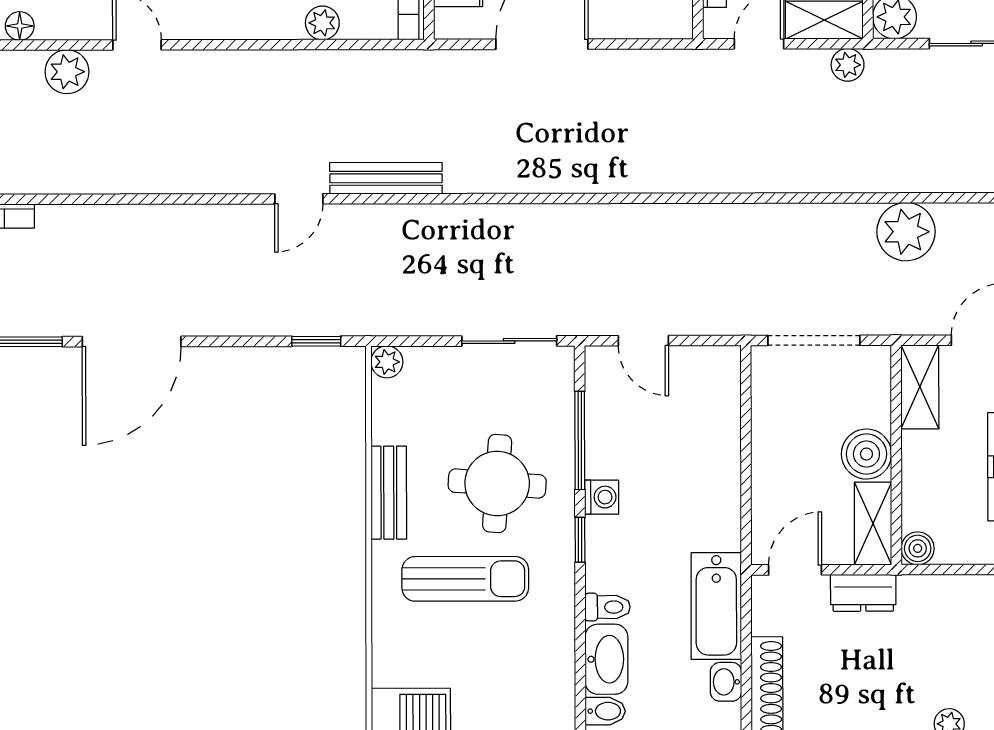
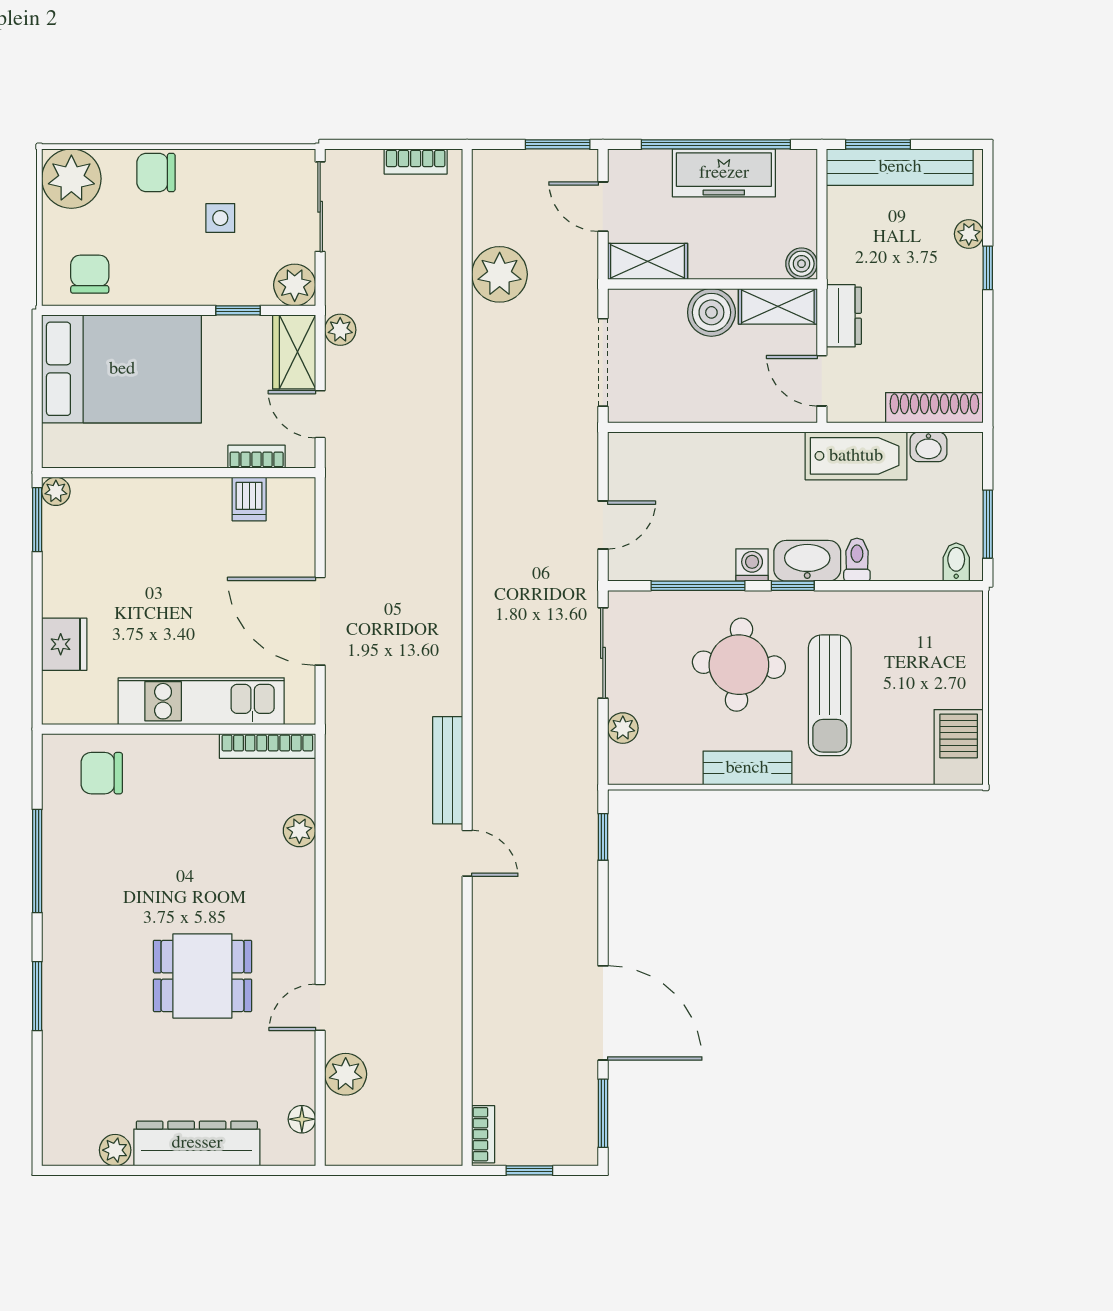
plant: (387, 362) -> (623, 728), moved
sun lounger: (465, 579) -> (830, 695), turned 180
washbasin: (606, 659) -> (807, 561), moved

